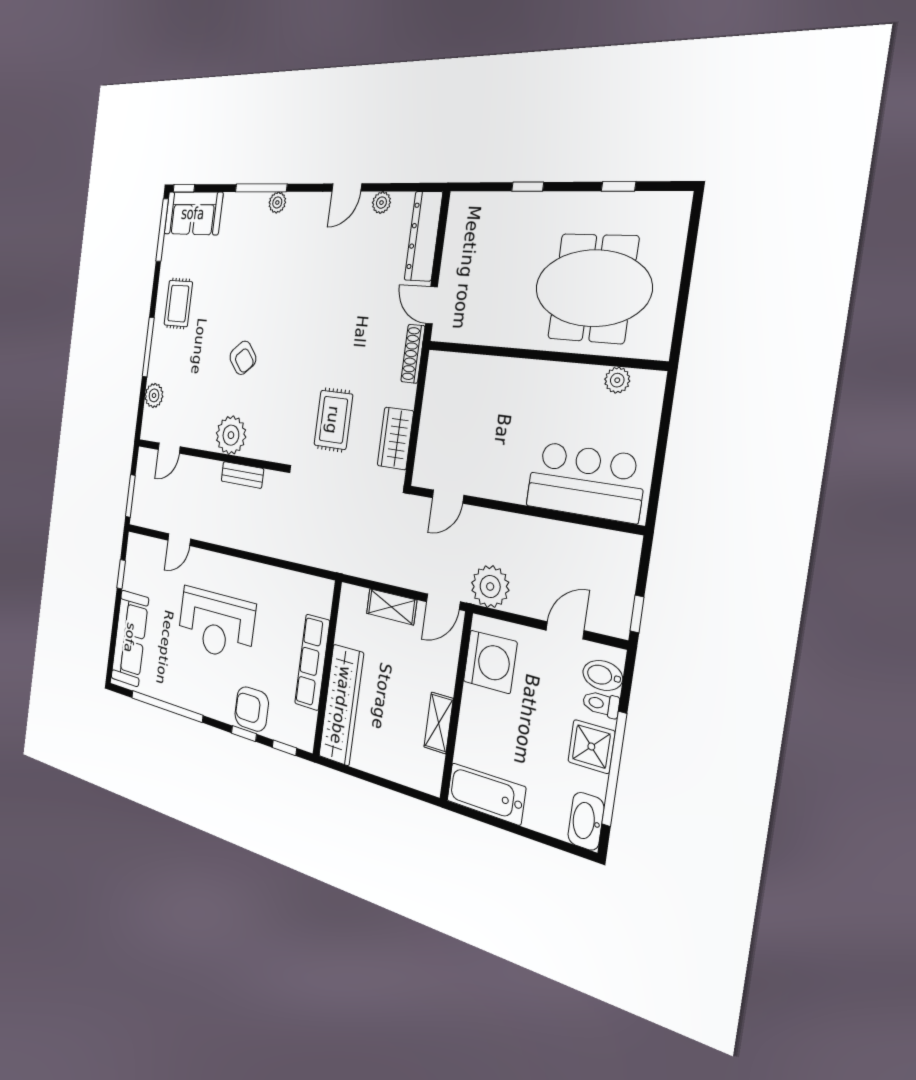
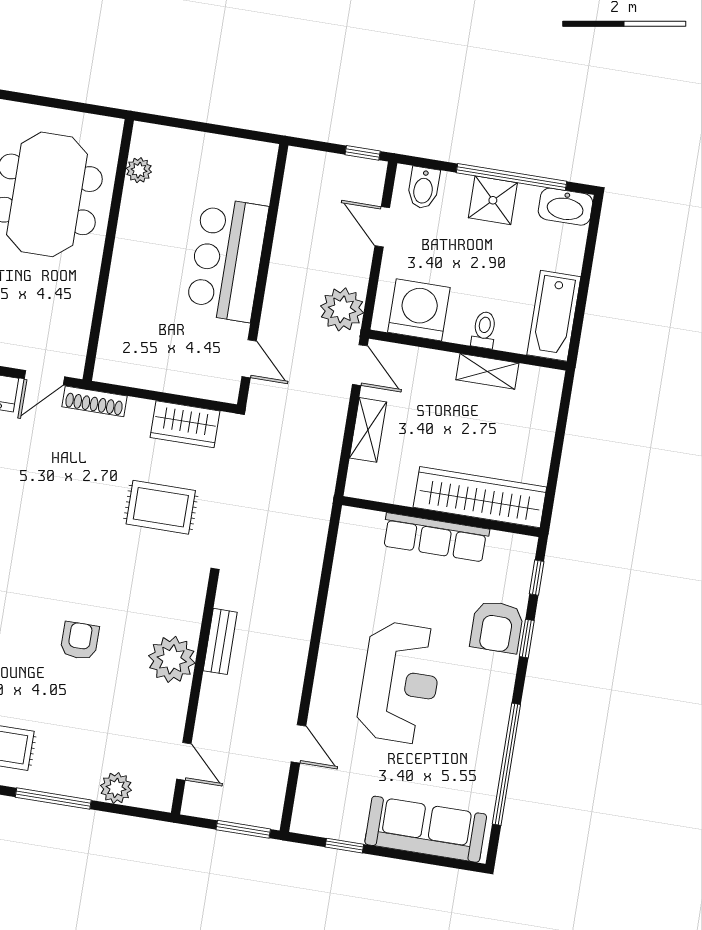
armchair: (243, 358) -> (80, 641), turned -49
bar counter: (585, 482) -> (227, 260), moved
toilet: (601, 704) -> (484, 330), moved, turned 180

